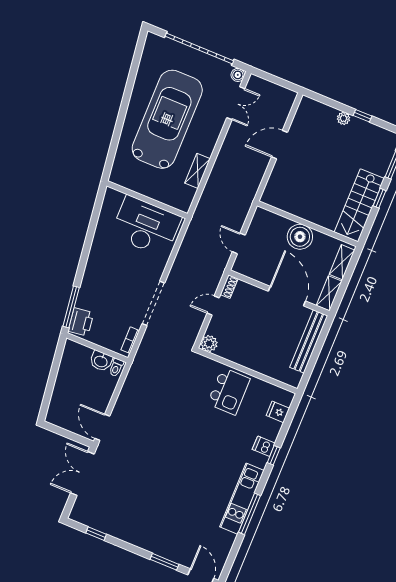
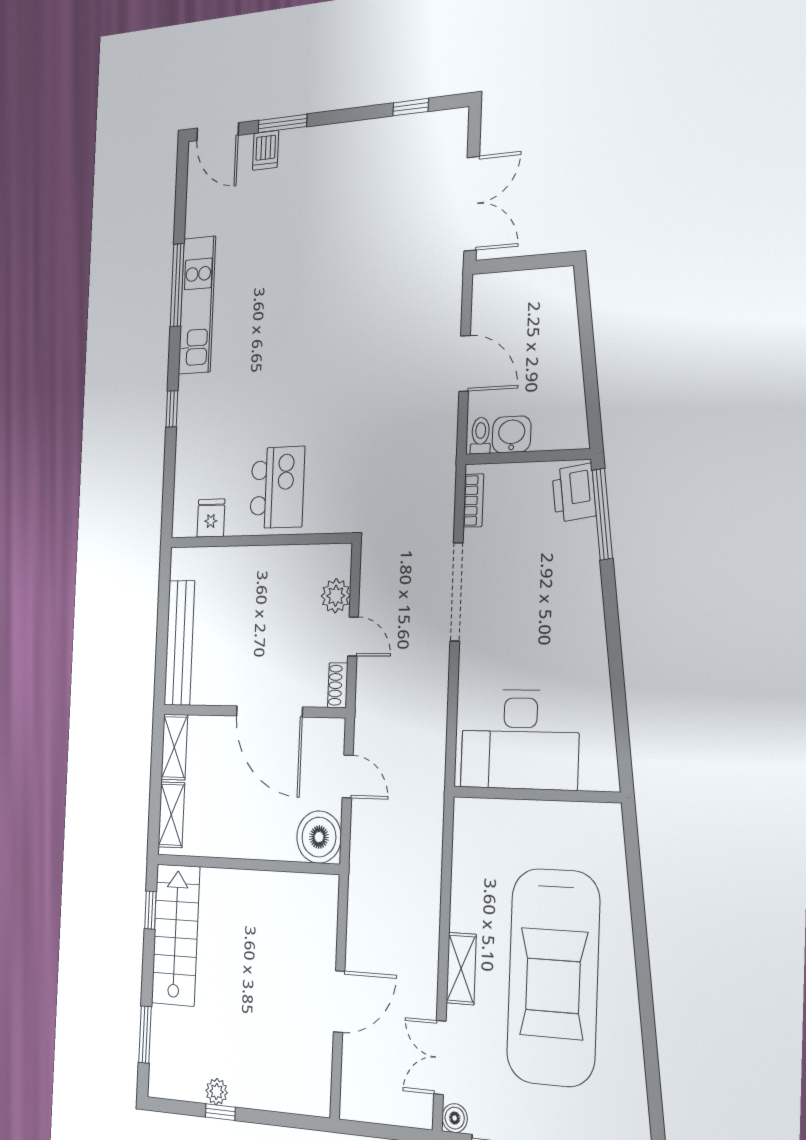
plant: (344, 118) -> (217, 1092), moved
shelving: (198, 171) -> (461, 969), moved
window: (380, 198) -> (150, 910), moved
boiler: (300, 237) -> (319, 837), moved
door: (287, 296) -> (269, 711), moved
door: (213, 305) -> (353, 636), hinge flipped
plant: (209, 344) -> (336, 596), moved
kitchen island: (229, 391) -> (277, 487), turned 180
fridge: (278, 412) -> (211, 518), moved, turned -90
door: (102, 427) -> (465, 364), moved
dishwasher: (264, 446) -> (266, 150), moved, turned 90

